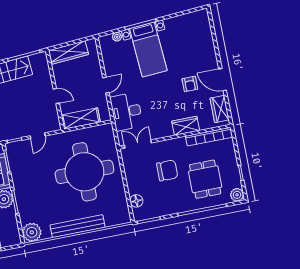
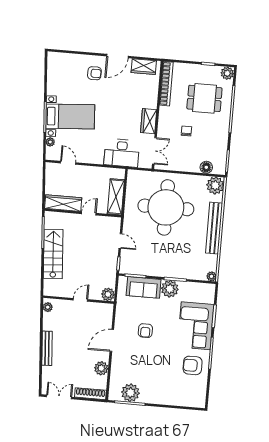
wardrobe: (69, 52) -> (63, 203), moved, turned -86
armchair: (190, 84) -> (94, 73), moved
door: (106, 85) -> (68, 163), moved
wardrobe: (186, 126) -> (149, 121), moved
double door: (138, 144) -> (154, 151), swing flipped
chair: (167, 170) -> (186, 131), width x0.54, depth x0.54
plant: (121, 215) -> (215, 185), added
plant: (32, 232) -> (211, 276), width x0.53, depth x0.53

